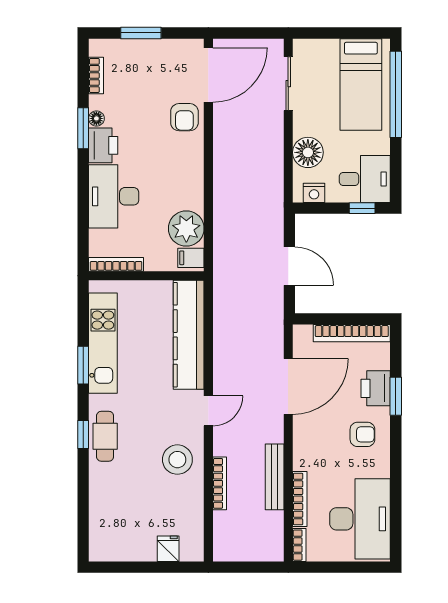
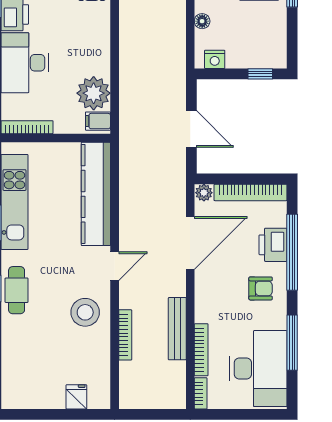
floor lamp: (308, 152) -> (202, 21), width x0.53, depth x0.53
desk: (365, 179) -> (263, 46), removed
plant: (303, 333) -> (204, 193), added
window: (396, 396) -> (292, 252), width x2.11
window: (396, 492) -> (292, 343), added

